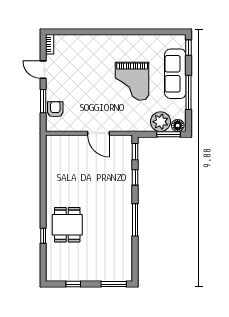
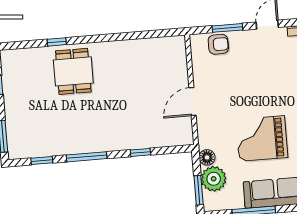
floor lamp: (178, 125) -> (207, 157), moved
window: (135, 152) -> (42, 161), moved
dining table: (67, 225) -> (73, 71), turned 90

